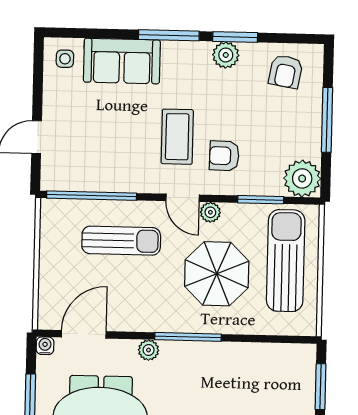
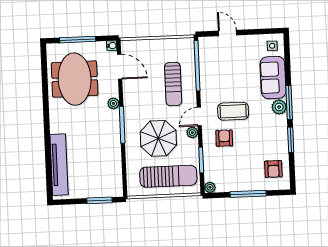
plant: (226, 55) -> (279, 107), moved
armchair: (286, 72) -> (273, 169), turned -100
plant: (302, 178) -> (210, 187), width x0.53, depth x0.53

